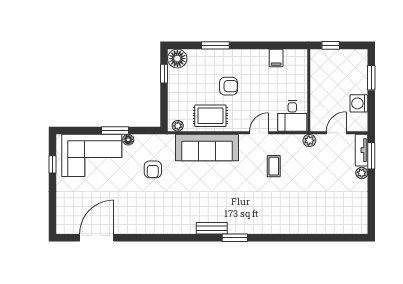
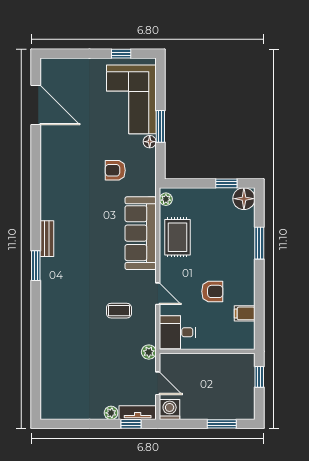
armchair: (229, 86) -> (212, 291), moved, turned -90
washing machine: (359, 103) -> (170, 410), moved
window: (371, 156) -> (131, 424), width x0.67

